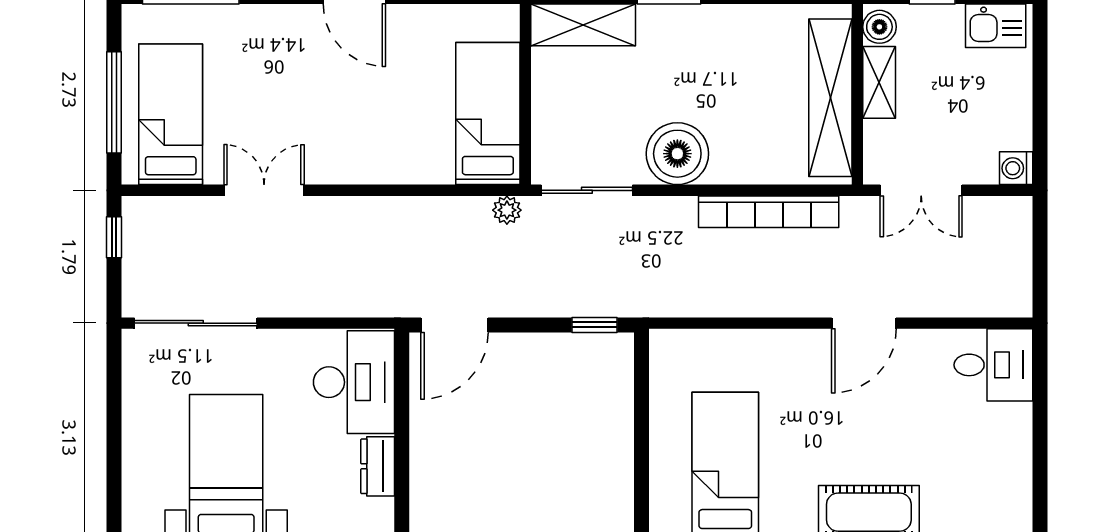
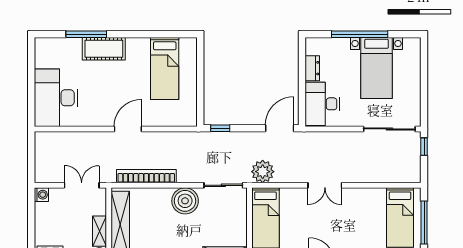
double door: (264, 190) -> (325, 185), moved
plant: (507, 210) -> (263, 172), width x1.87, depth x1.87
window: (114, 237) -> (424, 147), moved
door: (864, 323) -> (128, 129), moved
desk: (993, 365) -> (56, 98), width x1.87, depth x1.30

